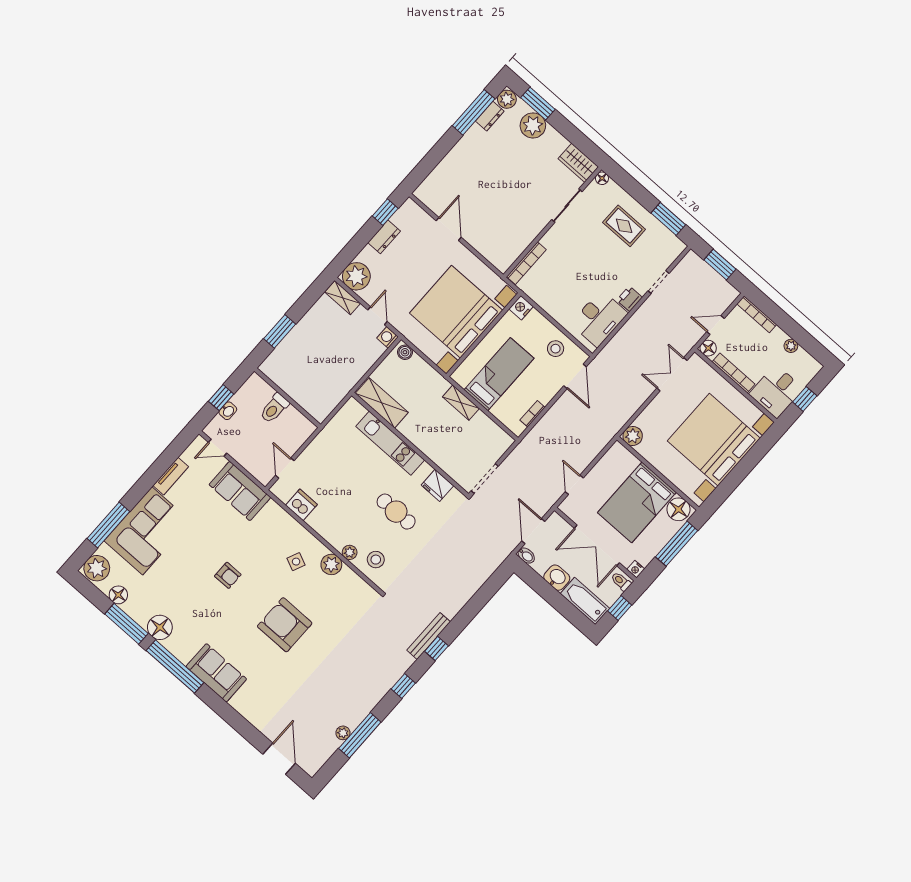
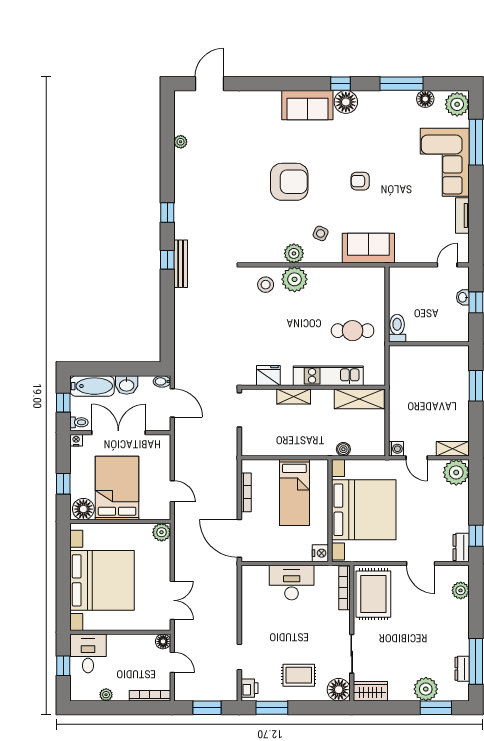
plant: (507, 99) -> (461, 590), moved
floor lamp: (602, 178) -> (339, 690), width x1.89, depth x1.89
dresser: (384, 237) -> (461, 547), moved
rug: (508, 238) -> (373, 594), added
printer: (629, 299) -> (249, 688), moved
desk: (599, 318) -> (292, 583), moved, turned 90
door: (716, 325) -> (172, 662), hinge flipped
stool: (556, 349) -> (270, 546), removed
boiler: (405, 352) -> (343, 449), moved
bookcase: (733, 373) -> (130, 640), removed
door: (575, 376) -> (239, 538), width x1.36
shelving: (461, 403) -> (294, 397), moved
toilet: (274, 408) -> (397, 328), moved
bookcase: (532, 414) -> (246, 492), width x1.56
door: (285, 468) -> (387, 292), removed
door: (574, 485) -> (172, 491), moved
sofa: (240, 491) -> (368, 248), moved
dishwasher: (301, 505) -> (352, 277), removed
cafe table: (396, 512) -> (353, 331), moved
window: (677, 544) -> (63, 484), width x0.46
plant: (350, 552) -> (295, 279), width x1.87, depth x1.87
floor lamp: (160, 627) -> (346, 102), moved
window: (175, 667) -> (341, 84), width x0.32
window: (360, 735) -> (167, 151), removed
door: (279, 759) -> (209, 84), swing flipped

